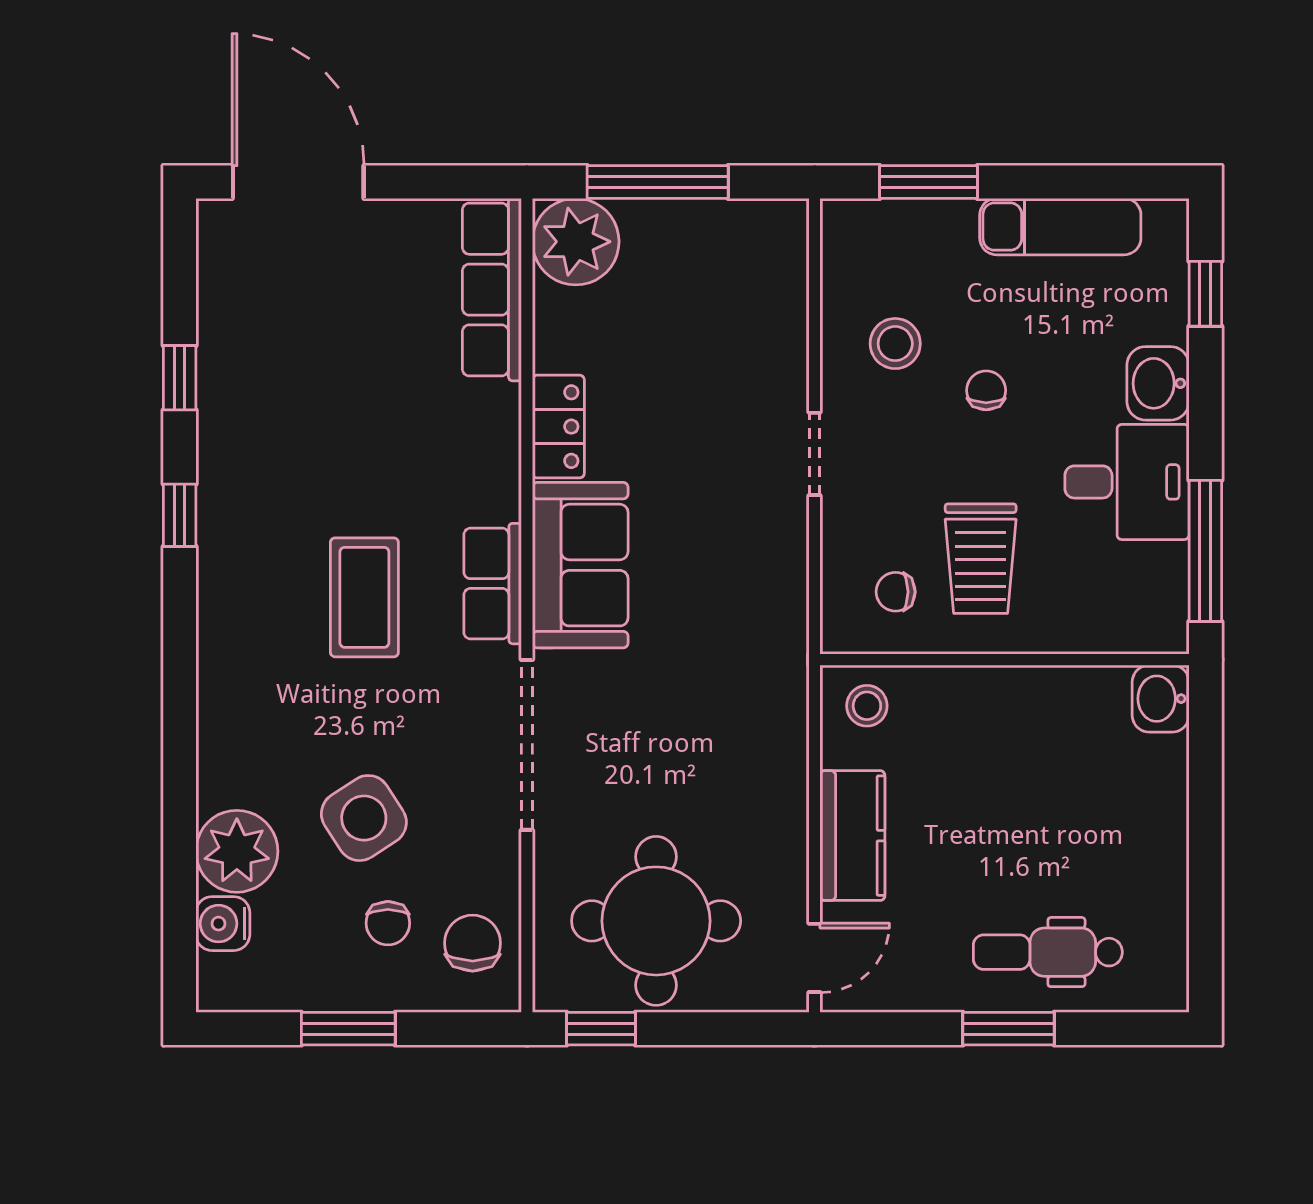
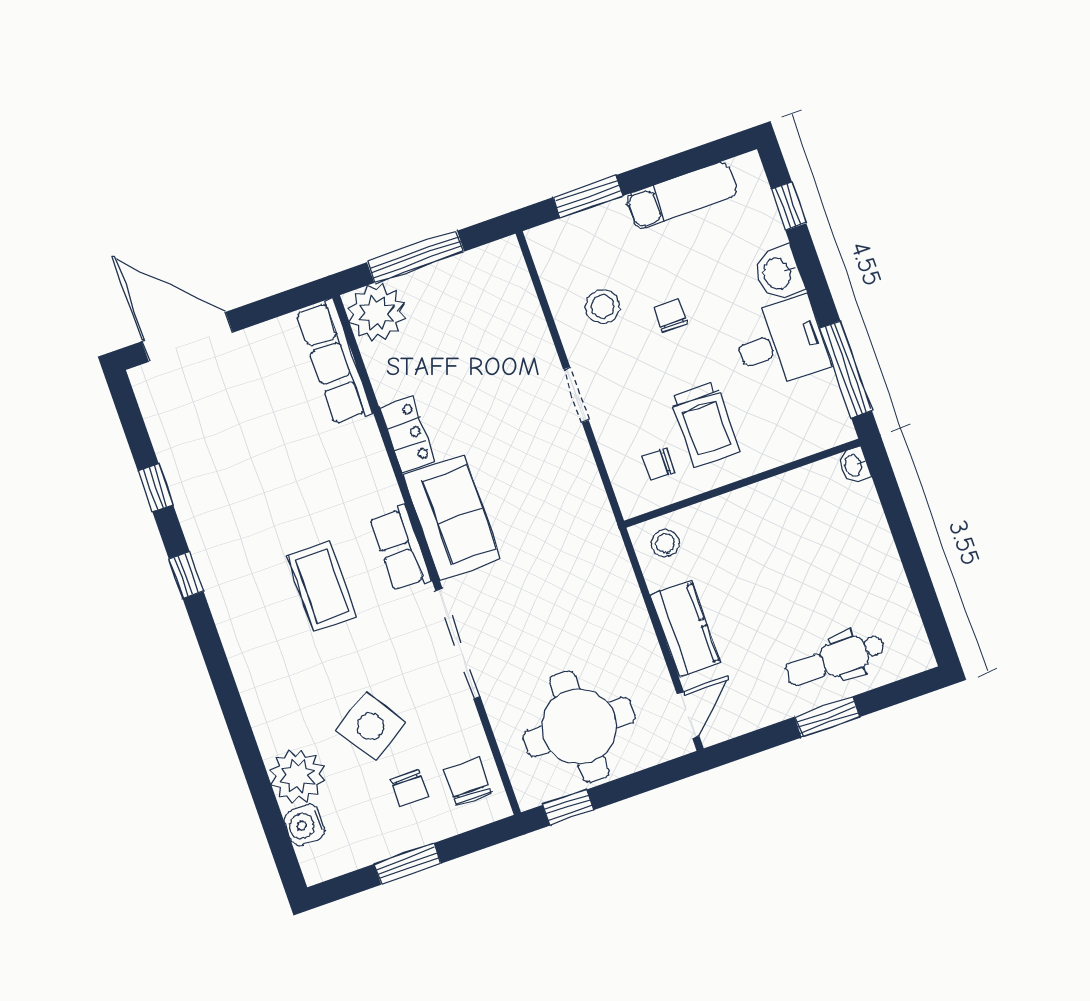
washbasin: (1161, 699) -> (854, 465), width x0.72, depth x0.69

